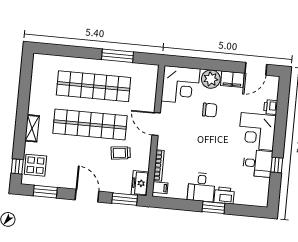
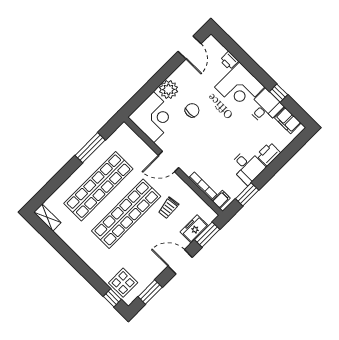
filing cabinet: (232, 79) -> (288, 120), moved, turned 90
shelving: (32, 128) -> (47, 217), moved
freezer: (140, 183) -> (194, 229), moved, turned 90
window: (213, 207) -> (247, 194), moved

